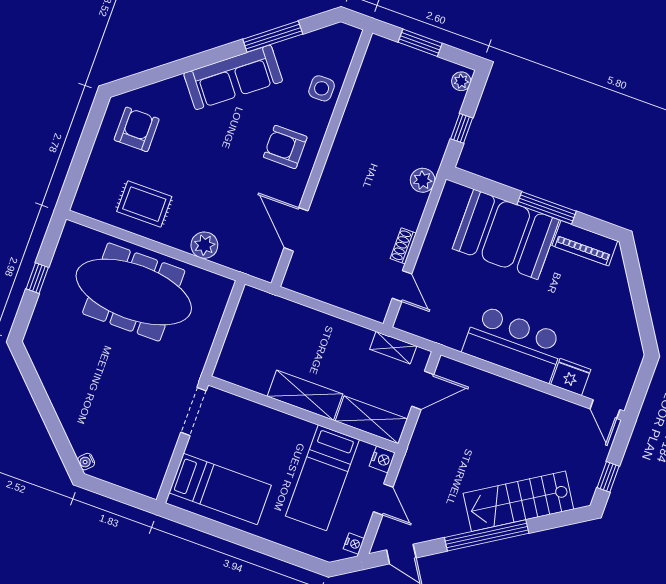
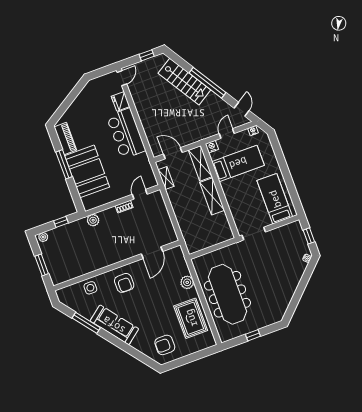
rug: (144, 204) -> (191, 318), width x1.36, depth x1.43
window: (118, 493) -> (309, 236), added

